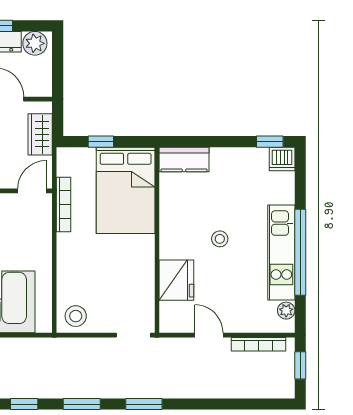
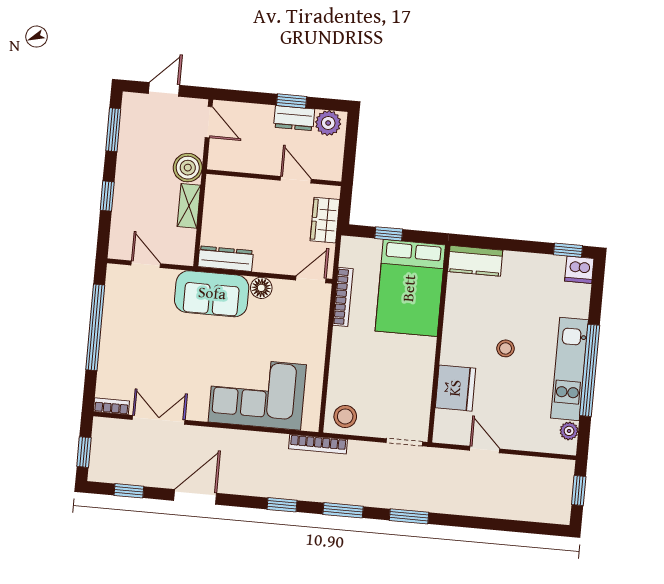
bookcase: (258, 344) -> (318, 444), moved

